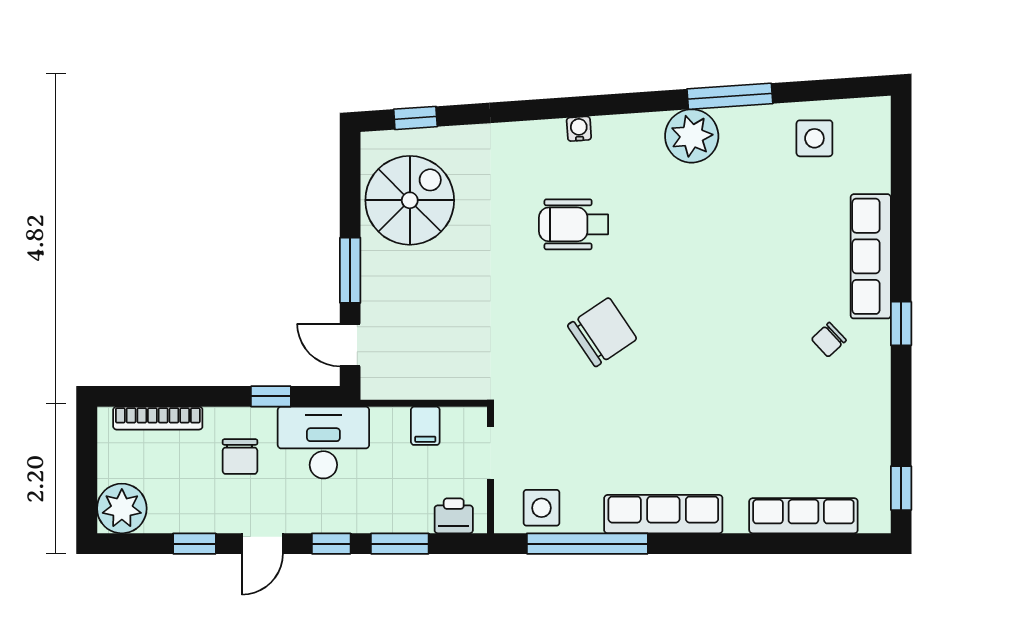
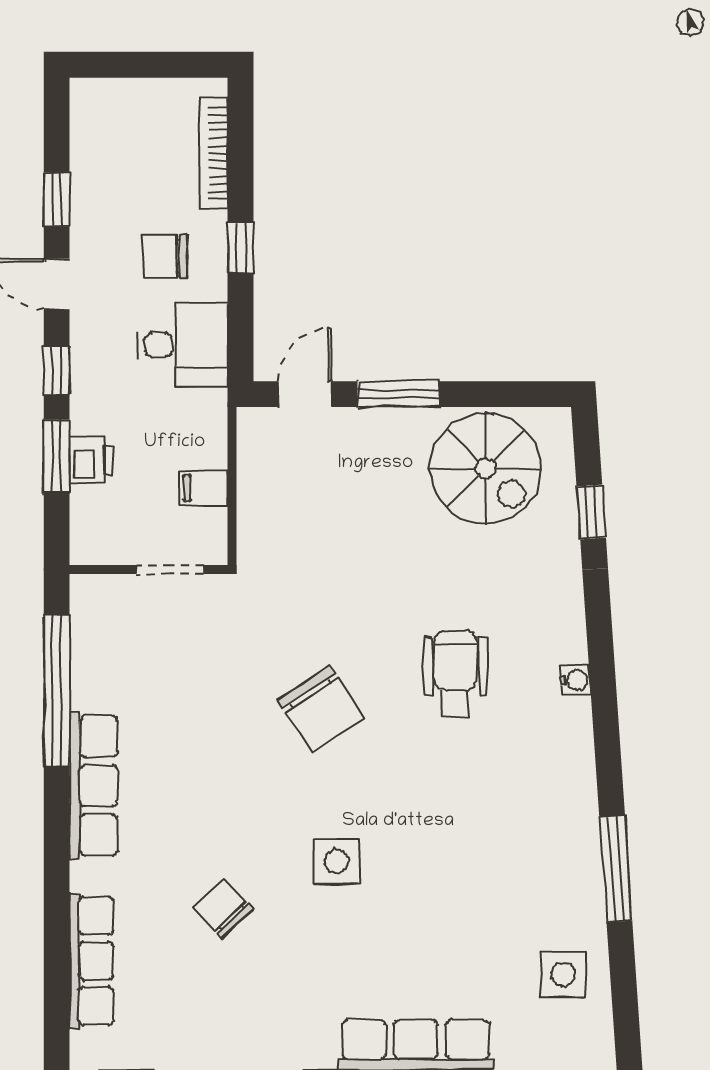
window: (415, 118) -> (591, 512), moved
plant: (692, 136) -> (566, 821), removed
chair: (829, 340) -> (223, 908), moved, width x1.37, depth x1.37
window: (271, 396) -> (241, 248), moved
desk: (323, 443) -> (183, 345), width x0.73
plant: (122, 508) -> (100, 109), removed
side table: (542, 508) -> (337, 861), moved
printer: (454, 516) -> (91, 460), moved

